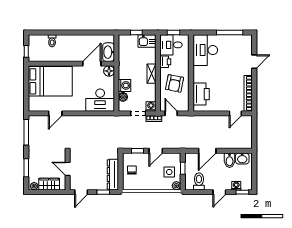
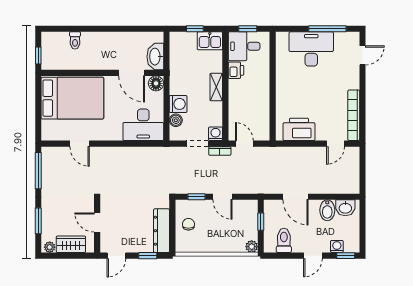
desk: (205, 50) -> (311, 49), moved, turned 90
door: (254, 62) -> (362, 55), moved
door: (92, 64) -> (132, 73), swing flipped
armchair: (175, 83) -> (249, 101), removed
printer: (201, 94) -> (299, 129), moved, turned -90
door: (55, 113) -> (80, 144), hinge flipped
door: (156, 151) -> (222, 197), hinge flipped
door: (207, 151) -> (296, 197), hinge flipped
side table: (169, 172) -> (242, 227), removed

